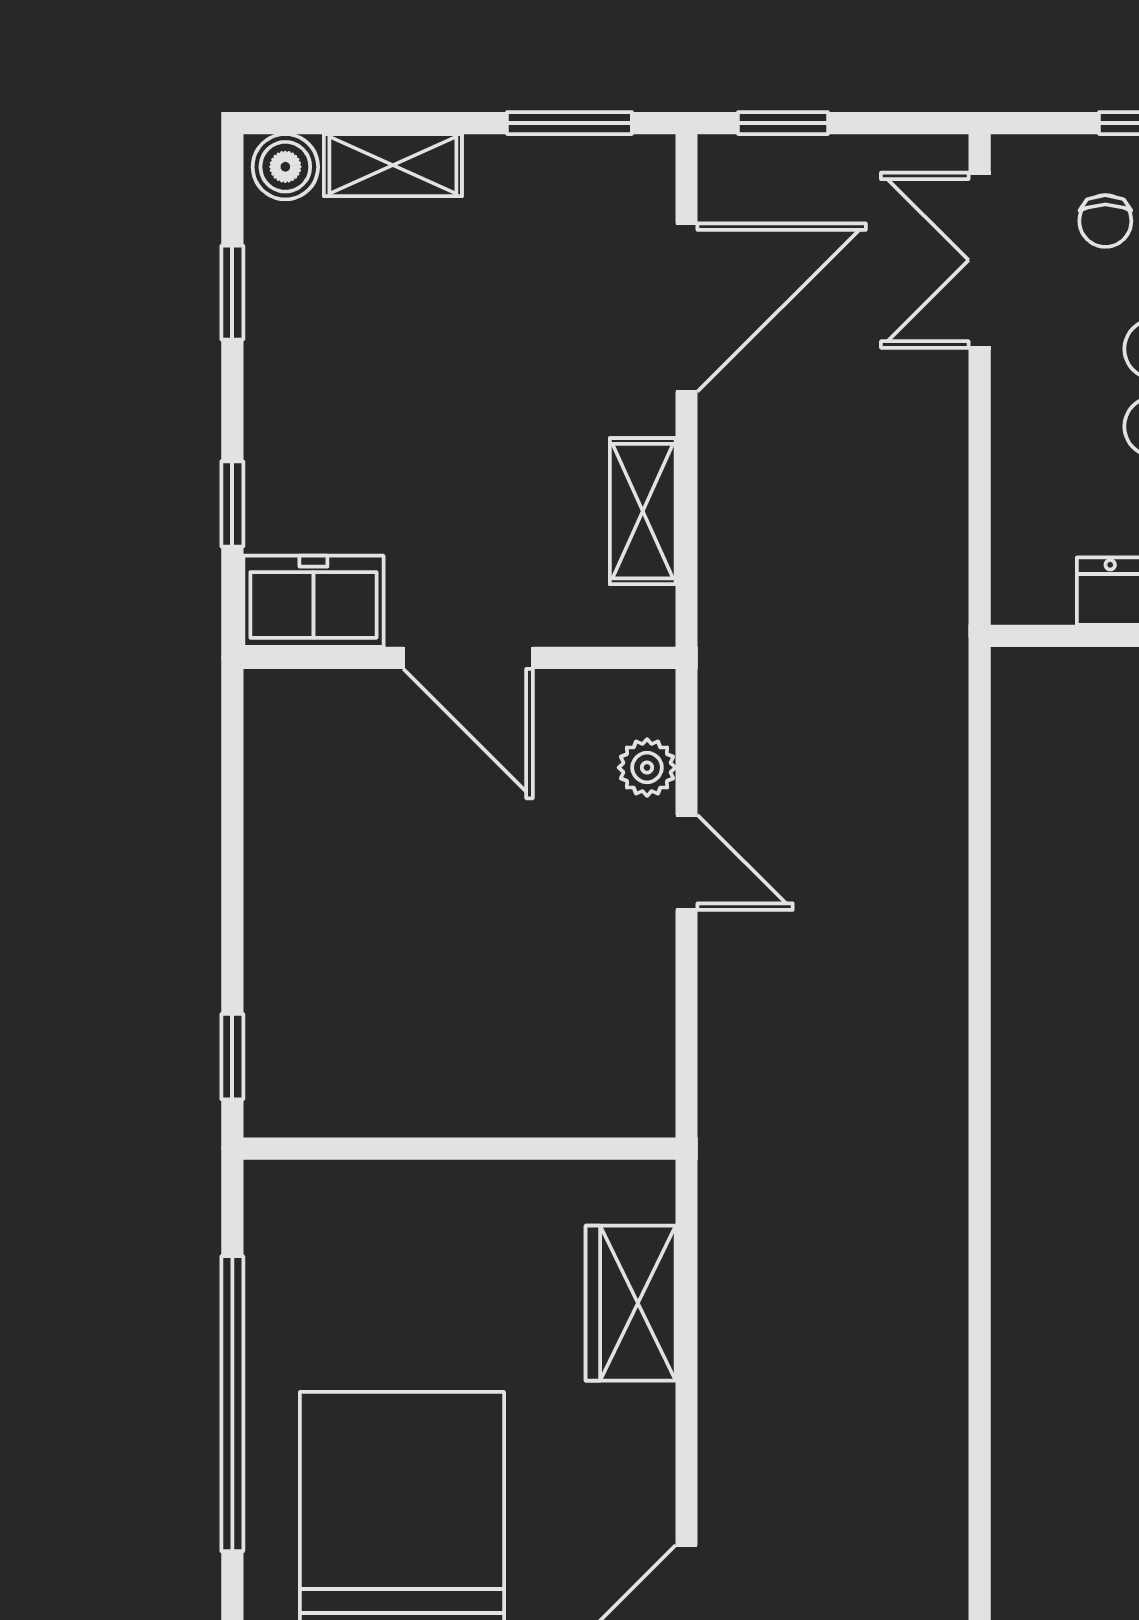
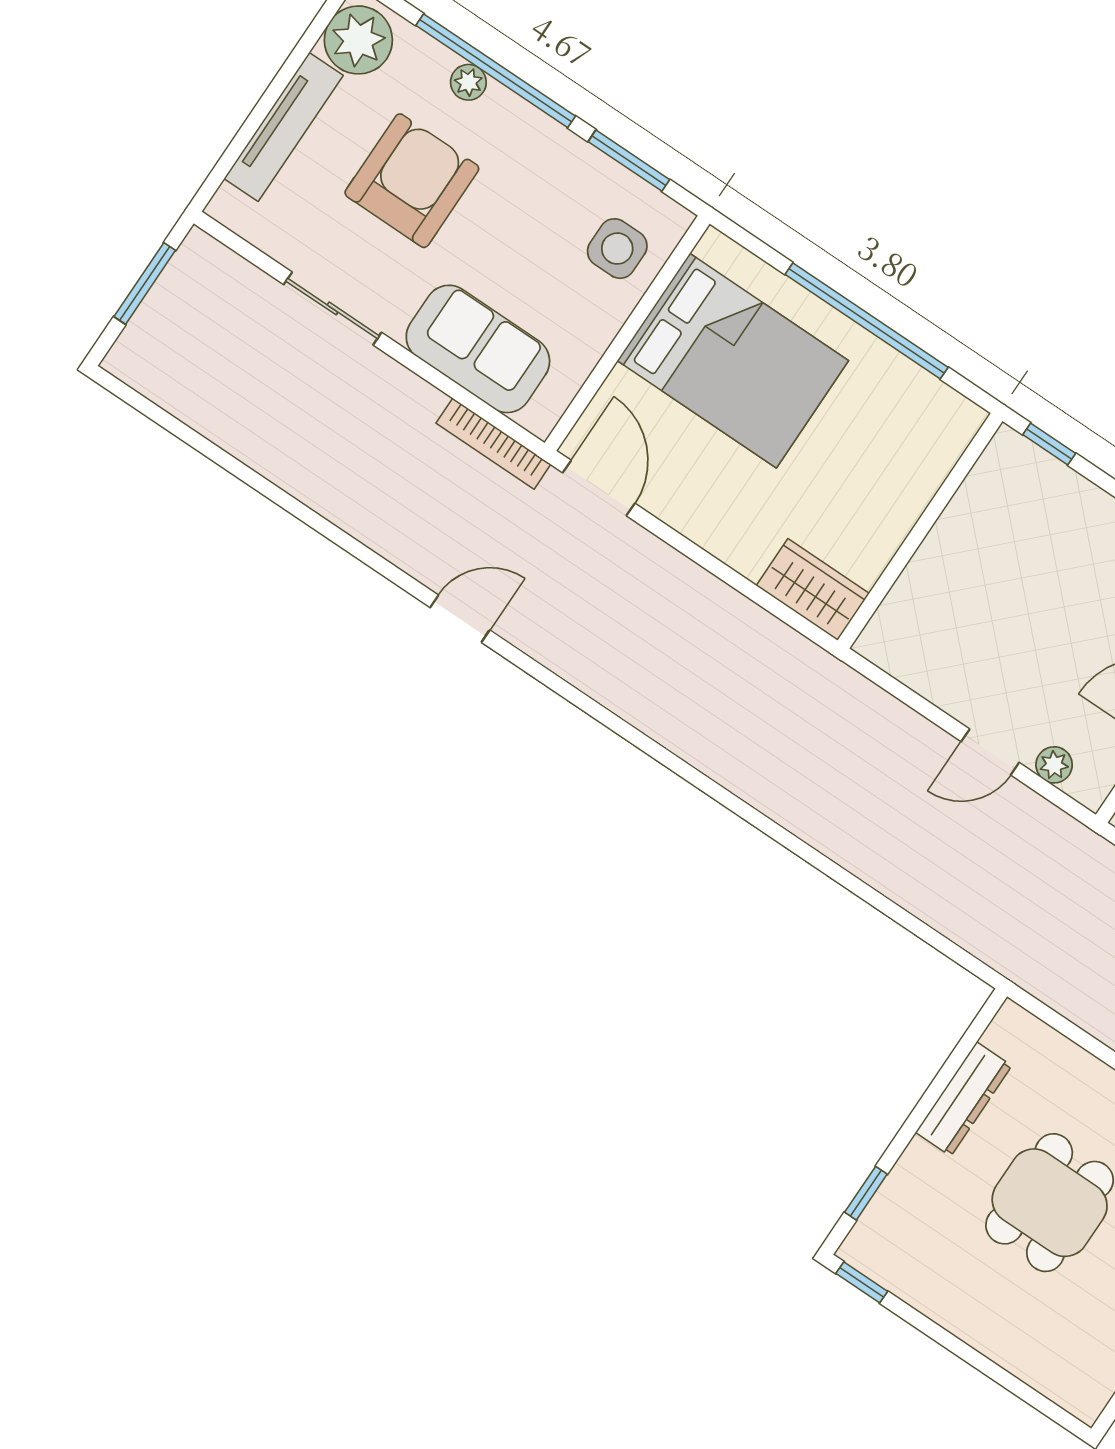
wardrobe: (631, 1303) -> (813, 590), moved

